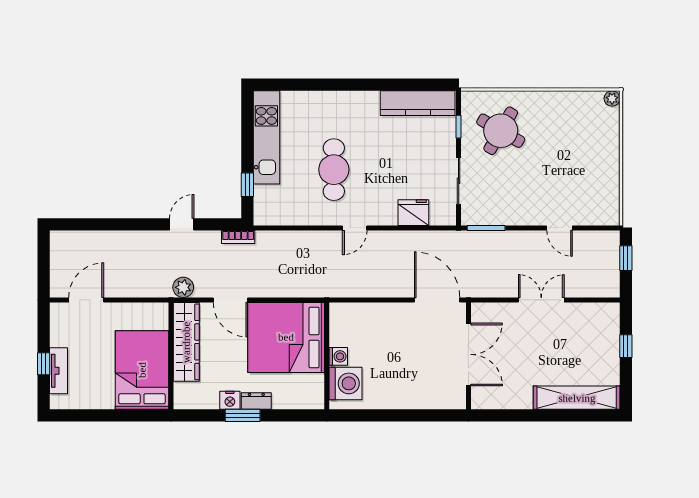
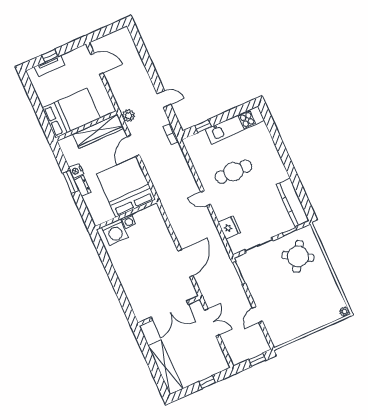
double door: (468, 354) -> (170, 311), moved
wall: (468, 356) -> (169, 311), moved

